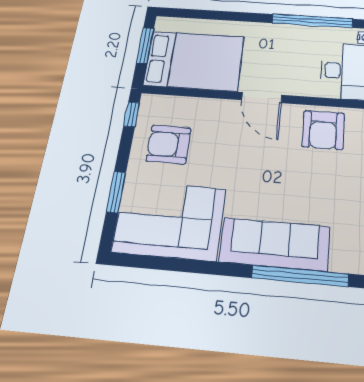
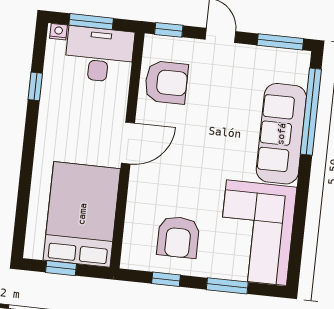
window: (312, 21) -> (35, 86), width x0.32
window: (145, 46) -> (61, 268), width x0.67
window: (132, 114) -> (166, 279), moved

